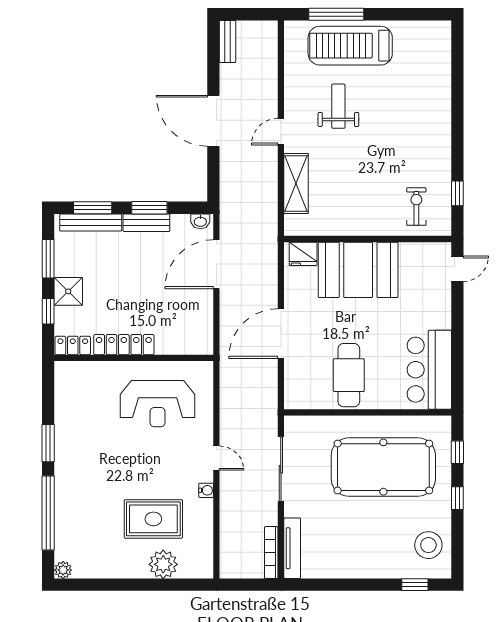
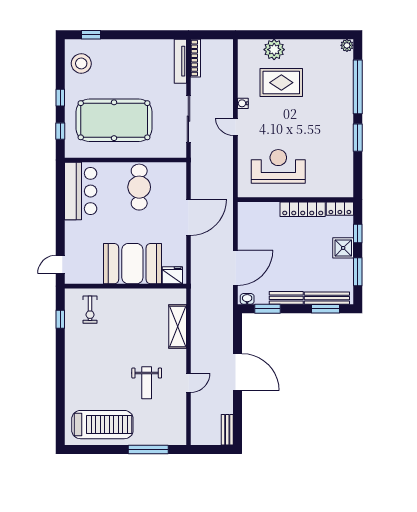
treadmill: (350, 46) -> (102, 425), moved
door: (281, 132) -> (188, 383), moved
window: (149, 208) -> (268, 309), moved

